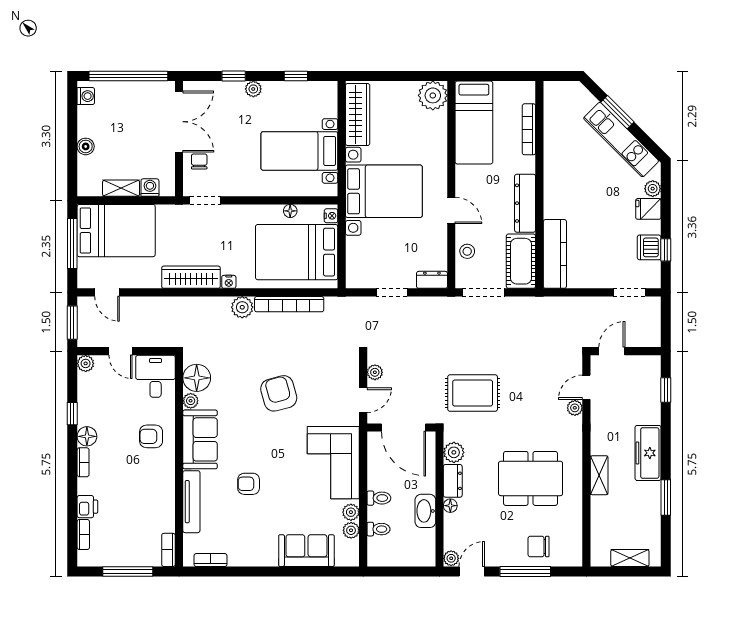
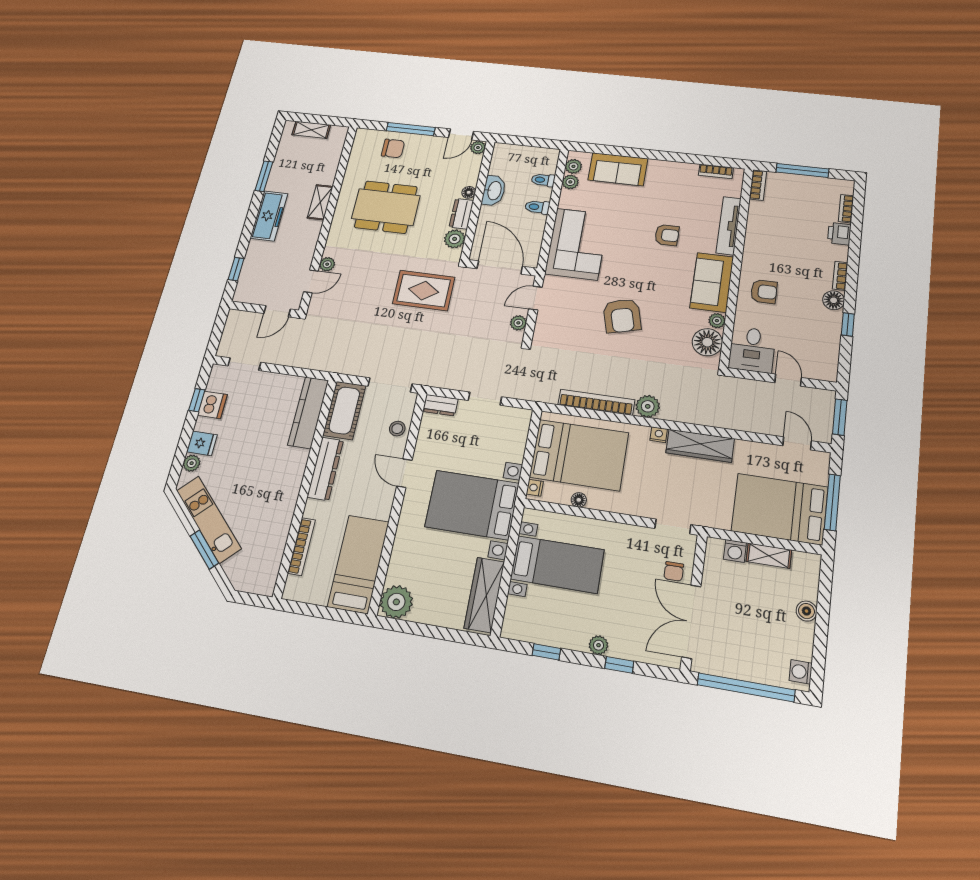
plant: (86, 363) -> (828, 373), removed
plant: (351, 512) -> (573, 166), moved

